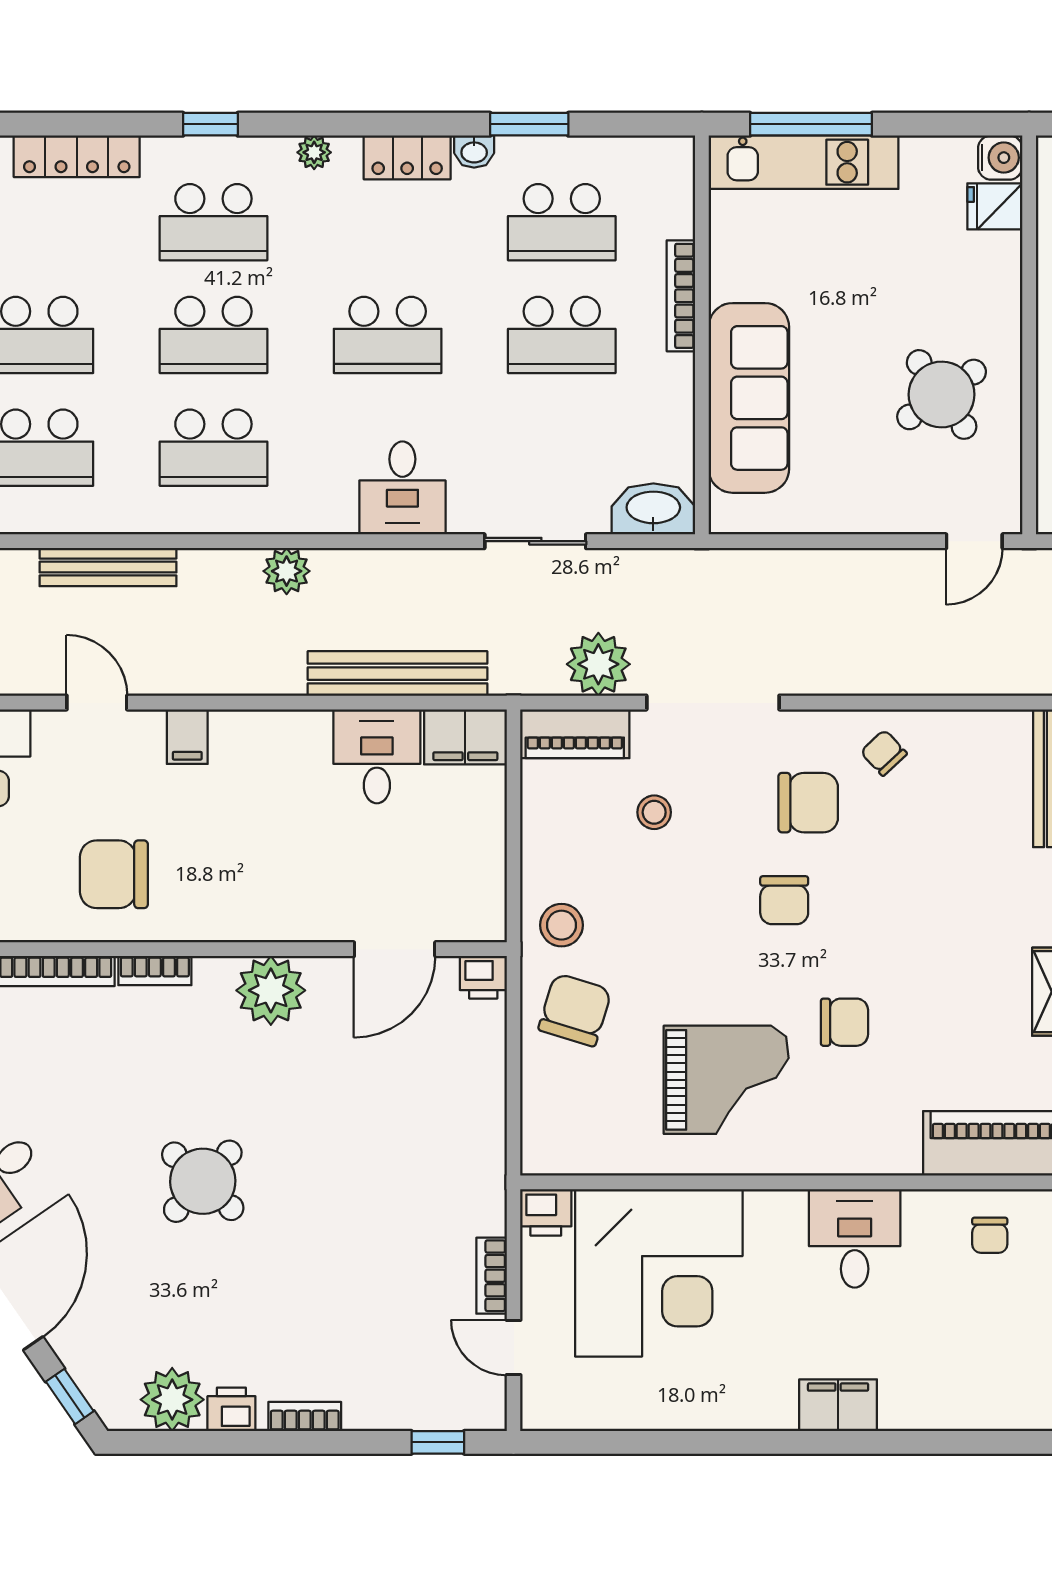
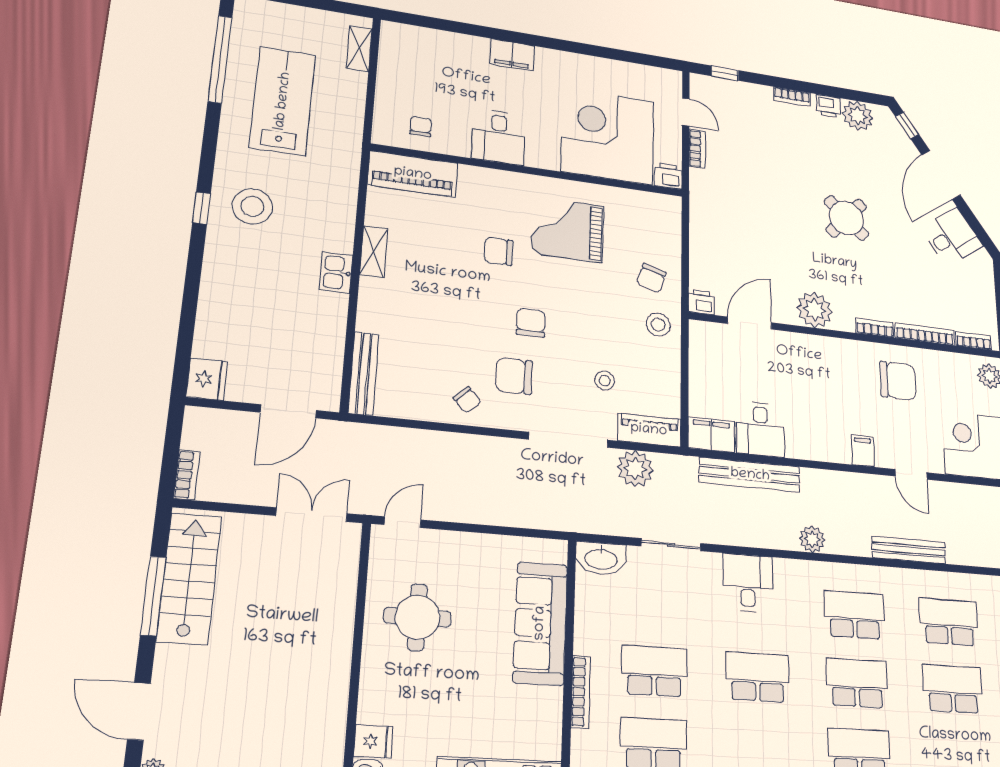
round table: (942, 394) -> (417, 617), turned 35
chair: (575, 1010) -> (651, 278), width x0.73, depth x0.73

